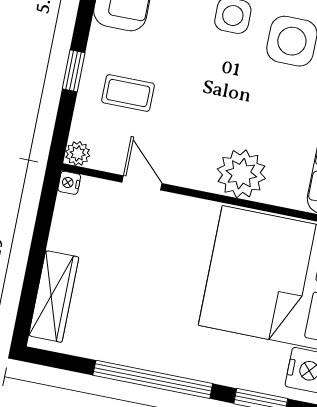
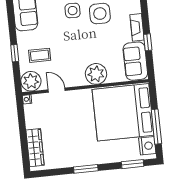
plant: (78, 154) -> (31, 81), width x1.87, depth x1.87
window: (153, 379) -> (86, 169), width x0.47

